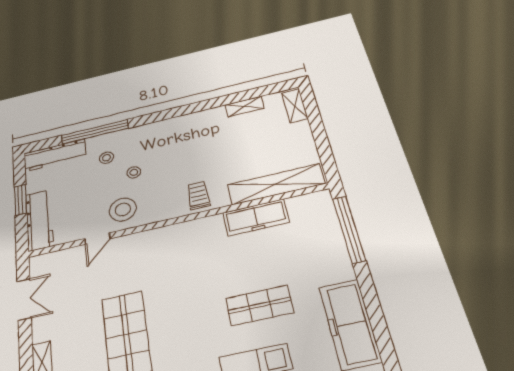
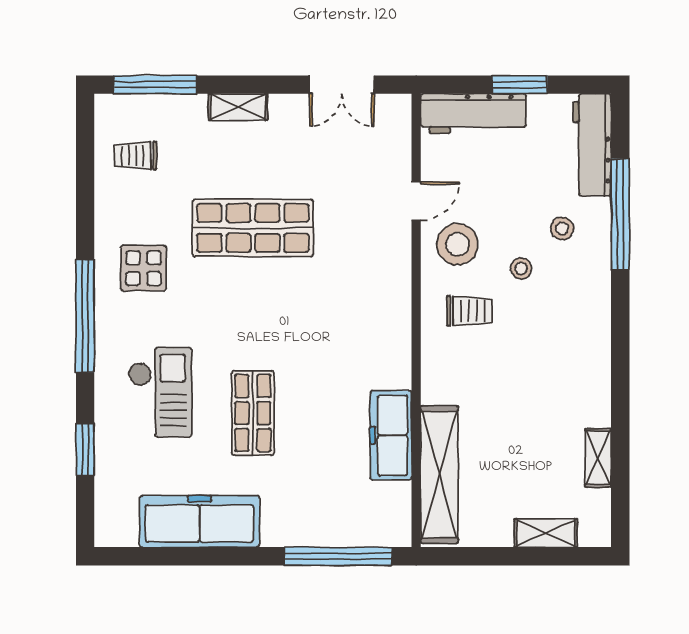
shelving: (295, 106) -> (546, 533), moved
trolley: (198, 195) -> (469, 311), moved
door: (97, 239) -> (416, 201), swing flipped

